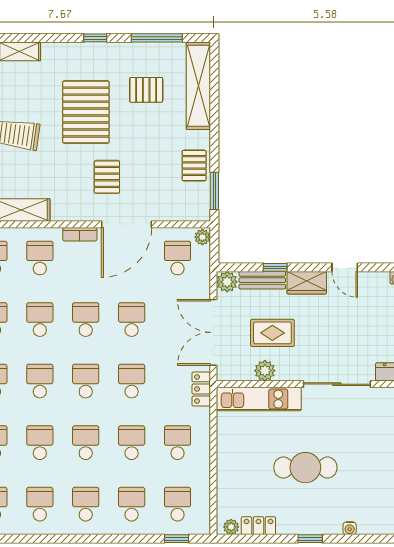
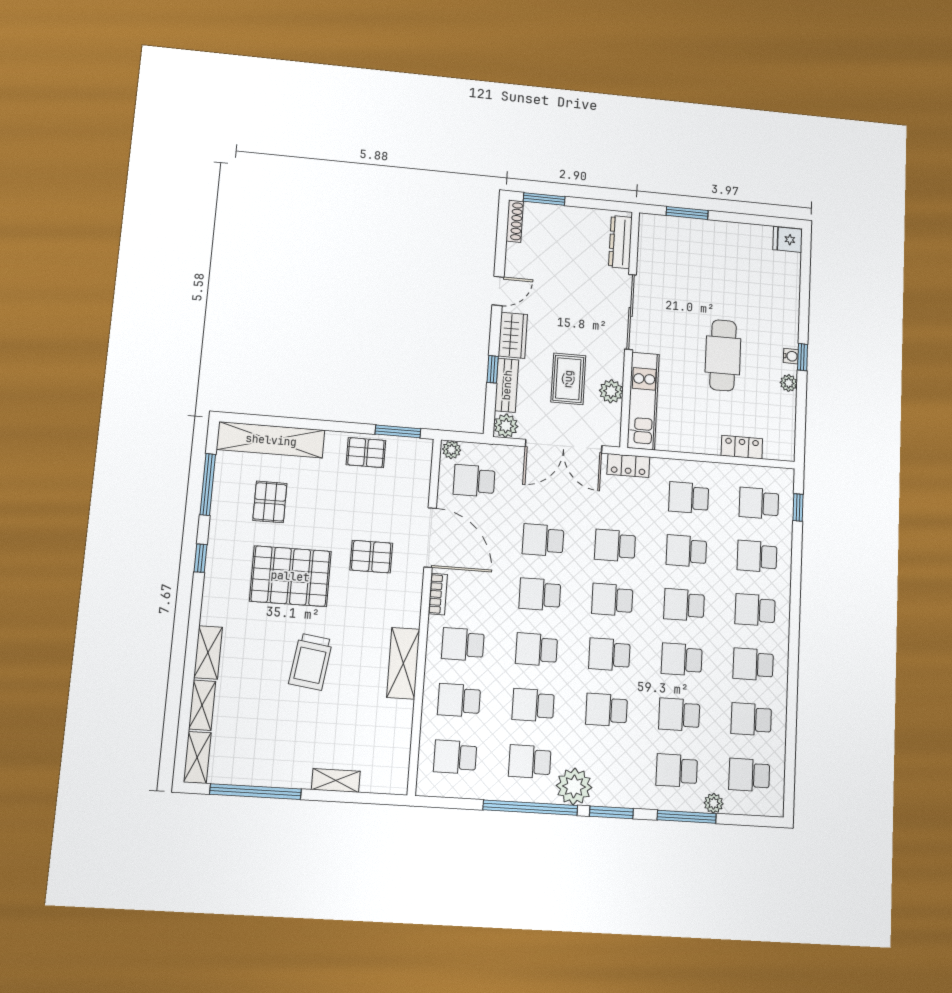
locker: (258, 526) -> (742, 447), moved, turned 90
plant: (231, 527) -> (789, 383), moved
water cooler: (350, 528) -> (791, 356), moved

